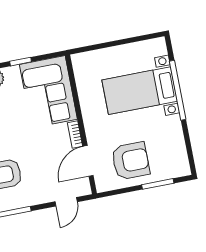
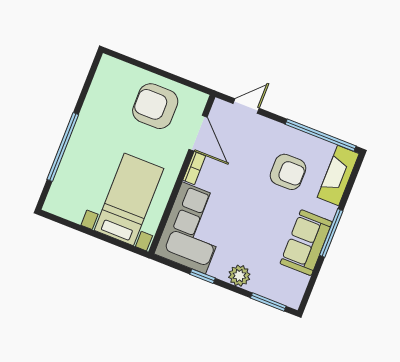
bed with nightstands: (140, 91) -> (129, 199), moved, turned -90
door: (88, 161) -> (198, 133), hinge flipped
window: (158, 184) -> (143, 65), removed

